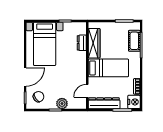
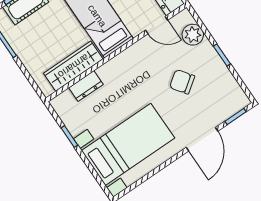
door: (25, 77) -> (202, 139), swing flipped
chair: (39, 97) -> (182, 82), moved
plant: (62, 104) -> (193, 35), moved

